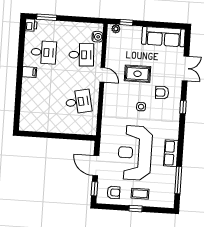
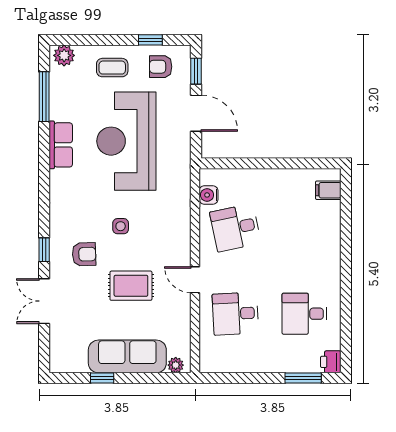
window: (126, 22) -> (102, 378), moved
water cooler: (97, 37) -> (209, 195), moved
sofa: (163, 37) -> (127, 356), moved
filing cabinet: (29, 72) -> (328, 190), moved
window: (183, 107) -> (44, 250), moved
reception desk: (135, 153) -> (126, 141), turned 180
plant: (166, 202) -> (64, 55), added
window: (136, 209) -> (150, 40), moved

